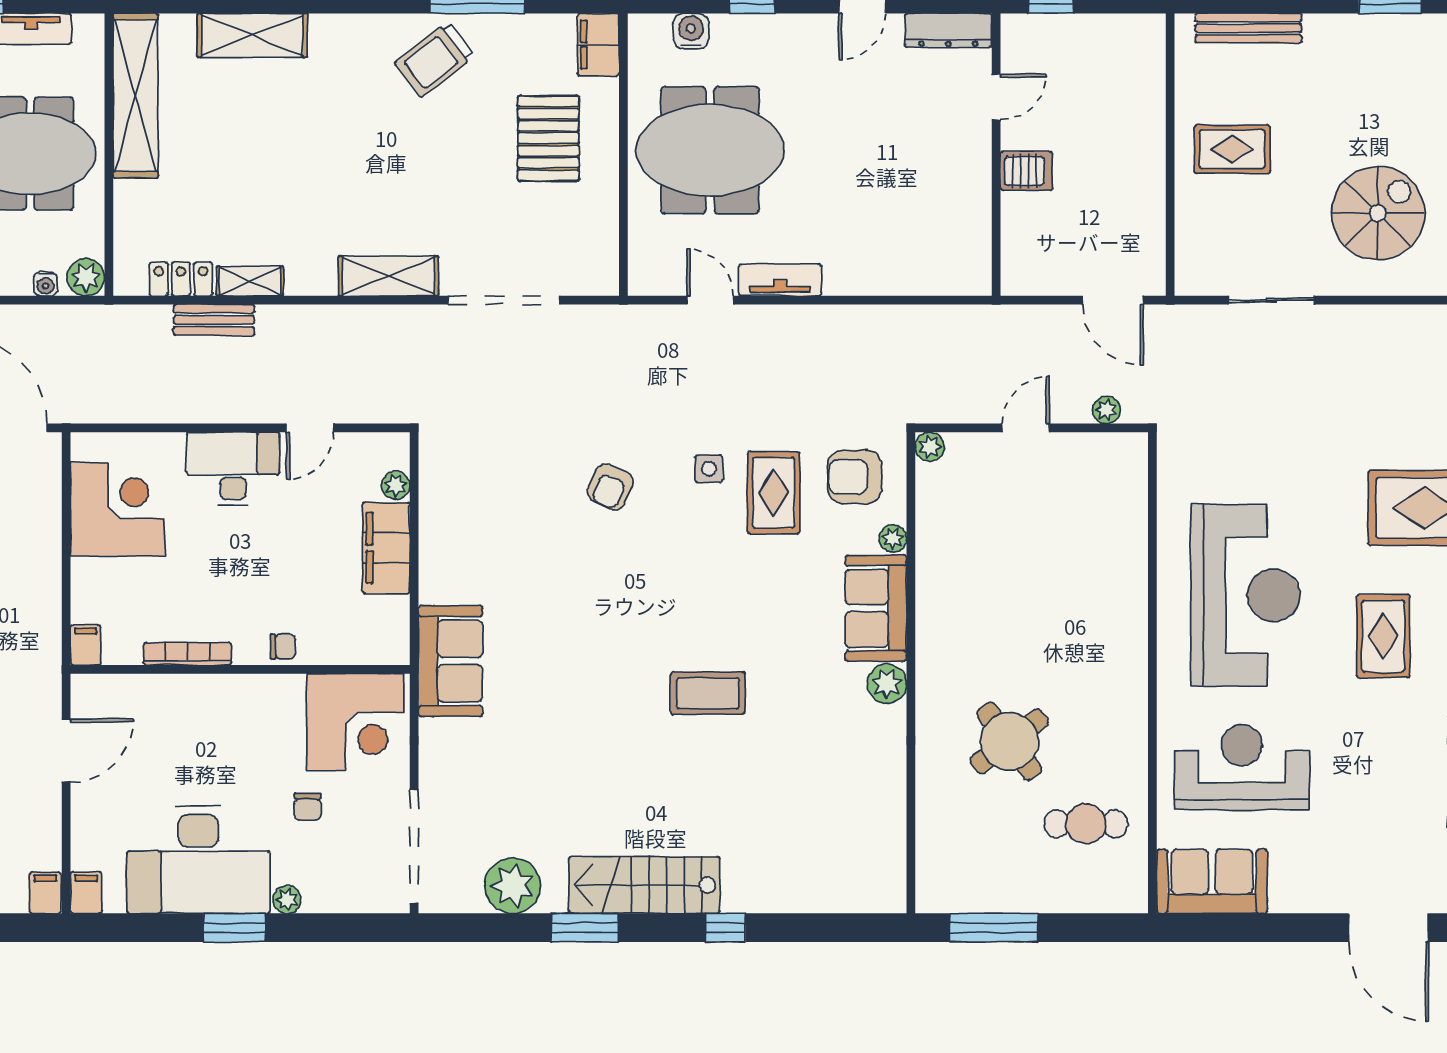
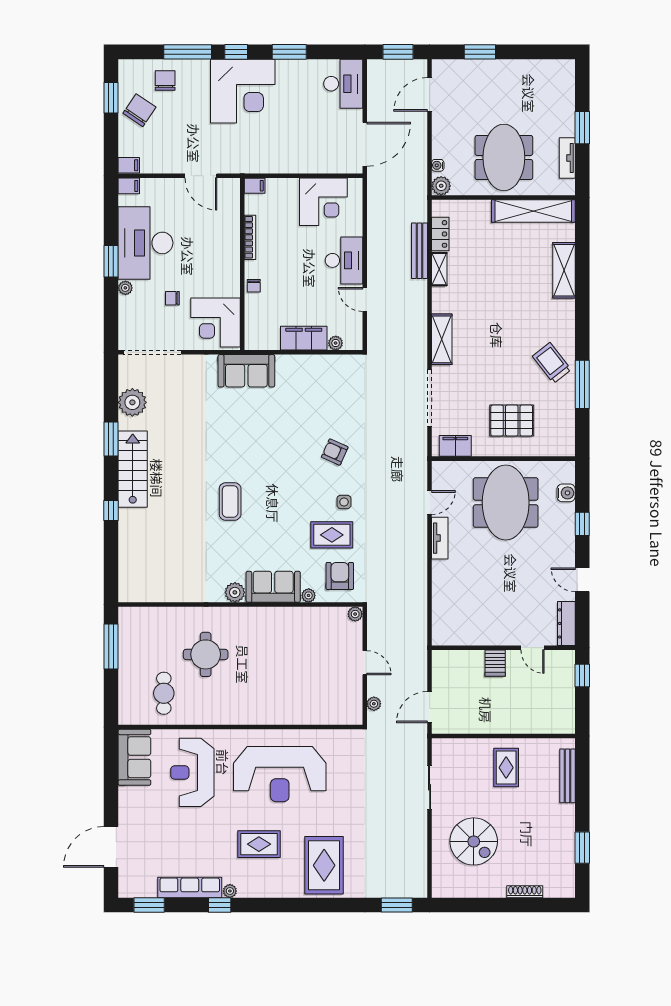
filing cabinet: (598, 45) -> (455, 446), moved
bench: (214, 320) -> (420, 251), width x1.36
round table: (1009, 741) -> (206, 654), turned 37
reception desk: (1242, 767) -> (192, 772), turned 180

